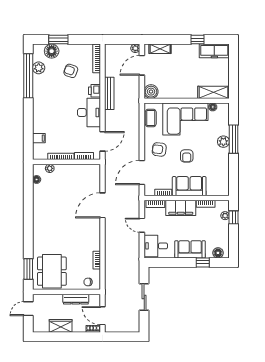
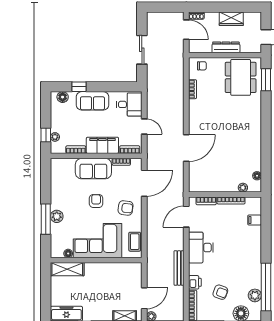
printer: (95, 91) -> (195, 282), moved
boiler: (151, 92) -> (134, 270), removed
dresser: (76, 299) -> (226, 47), moved

